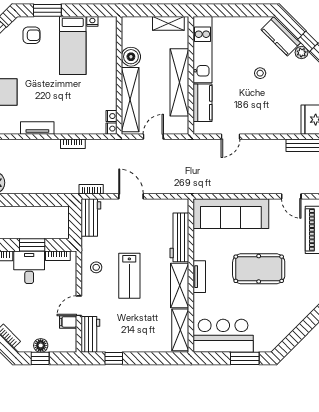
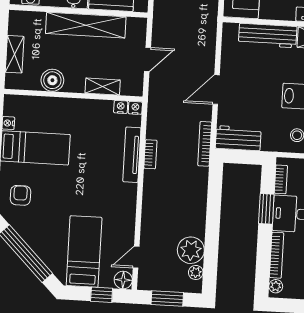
shelving: (168, 23) -> (15, 54), moved
shelving: (130, 100) -> (103, 87), width x0.45, depth x0.75
tv unit: (37, 128) -> (132, 155), moved, width x1.41
door: (153, 137) -> (148, 59), swing flipped
bookcase: (91, 189) -> (205, 144), width x1.56

